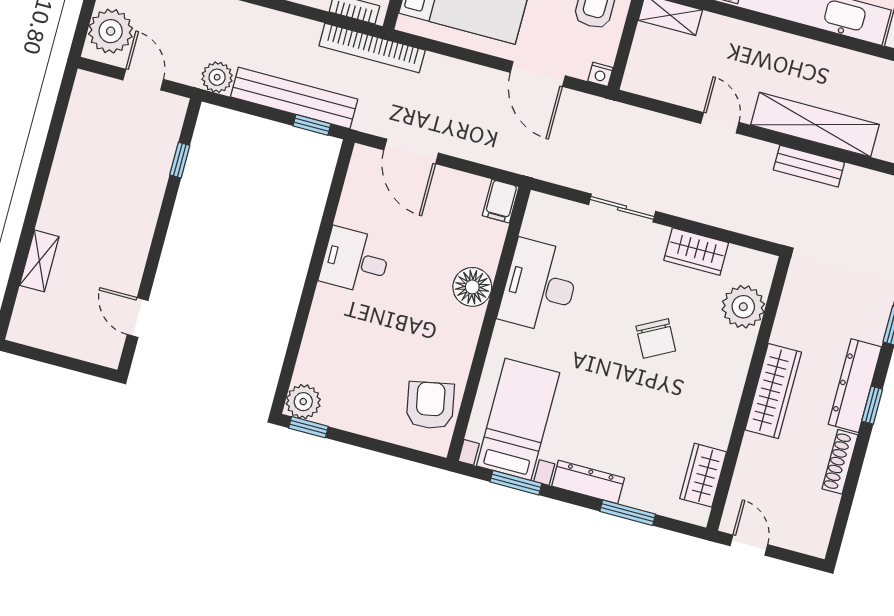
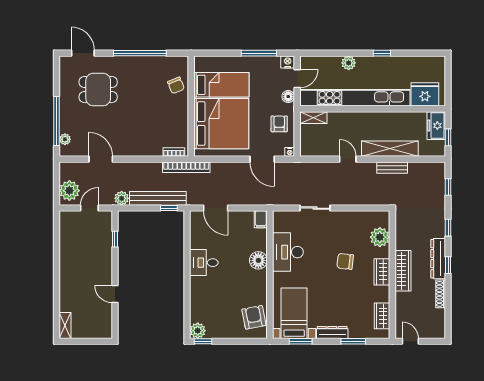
door: (143, 80) -> (89, 208), hinge flipped
wardrobe: (696, 252) -> (382, 272), moved, turned 90
shelving: (39, 261) -> (65, 325), moved
door: (138, 318) -> (115, 294), moved
chair: (656, 339) -> (345, 261), turned 124

